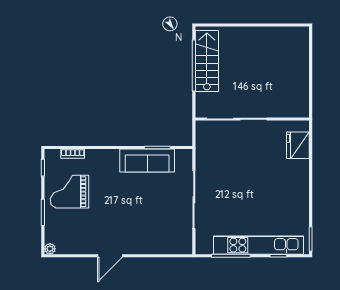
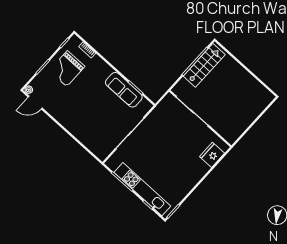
grand piano: (70, 192) -> (67, 69), turned -90
door: (110, 256) -> (35, 103), moved

